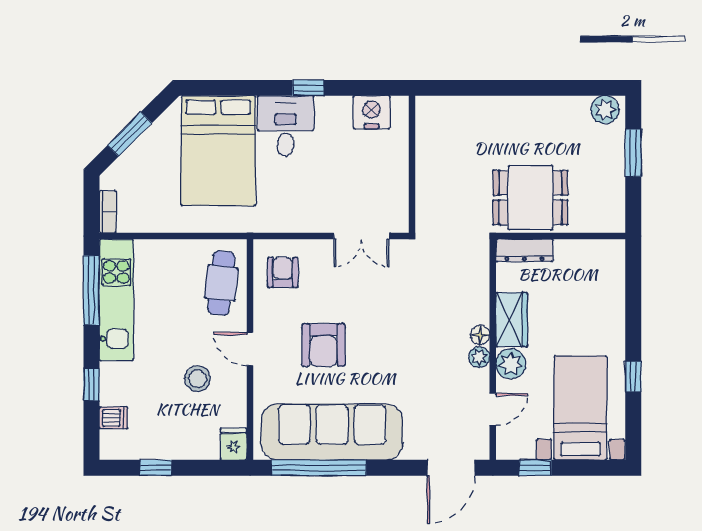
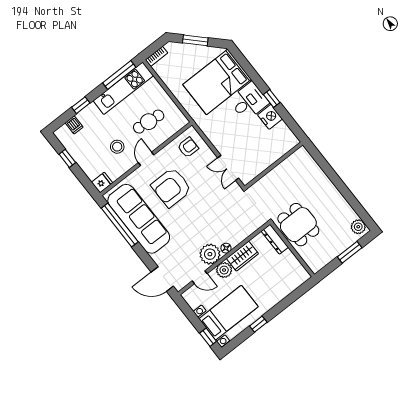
nightstand: (372, 112) -> (270, 117), moved
cafe table: (221, 283) -> (149, 122), moved
armchair: (323, 345) -> (171, 187), width x1.36, depth x1.36
plant: (479, 357) -> (210, 254), width x1.88, depth x1.88
window: (535, 468) -> (208, 337), moved

